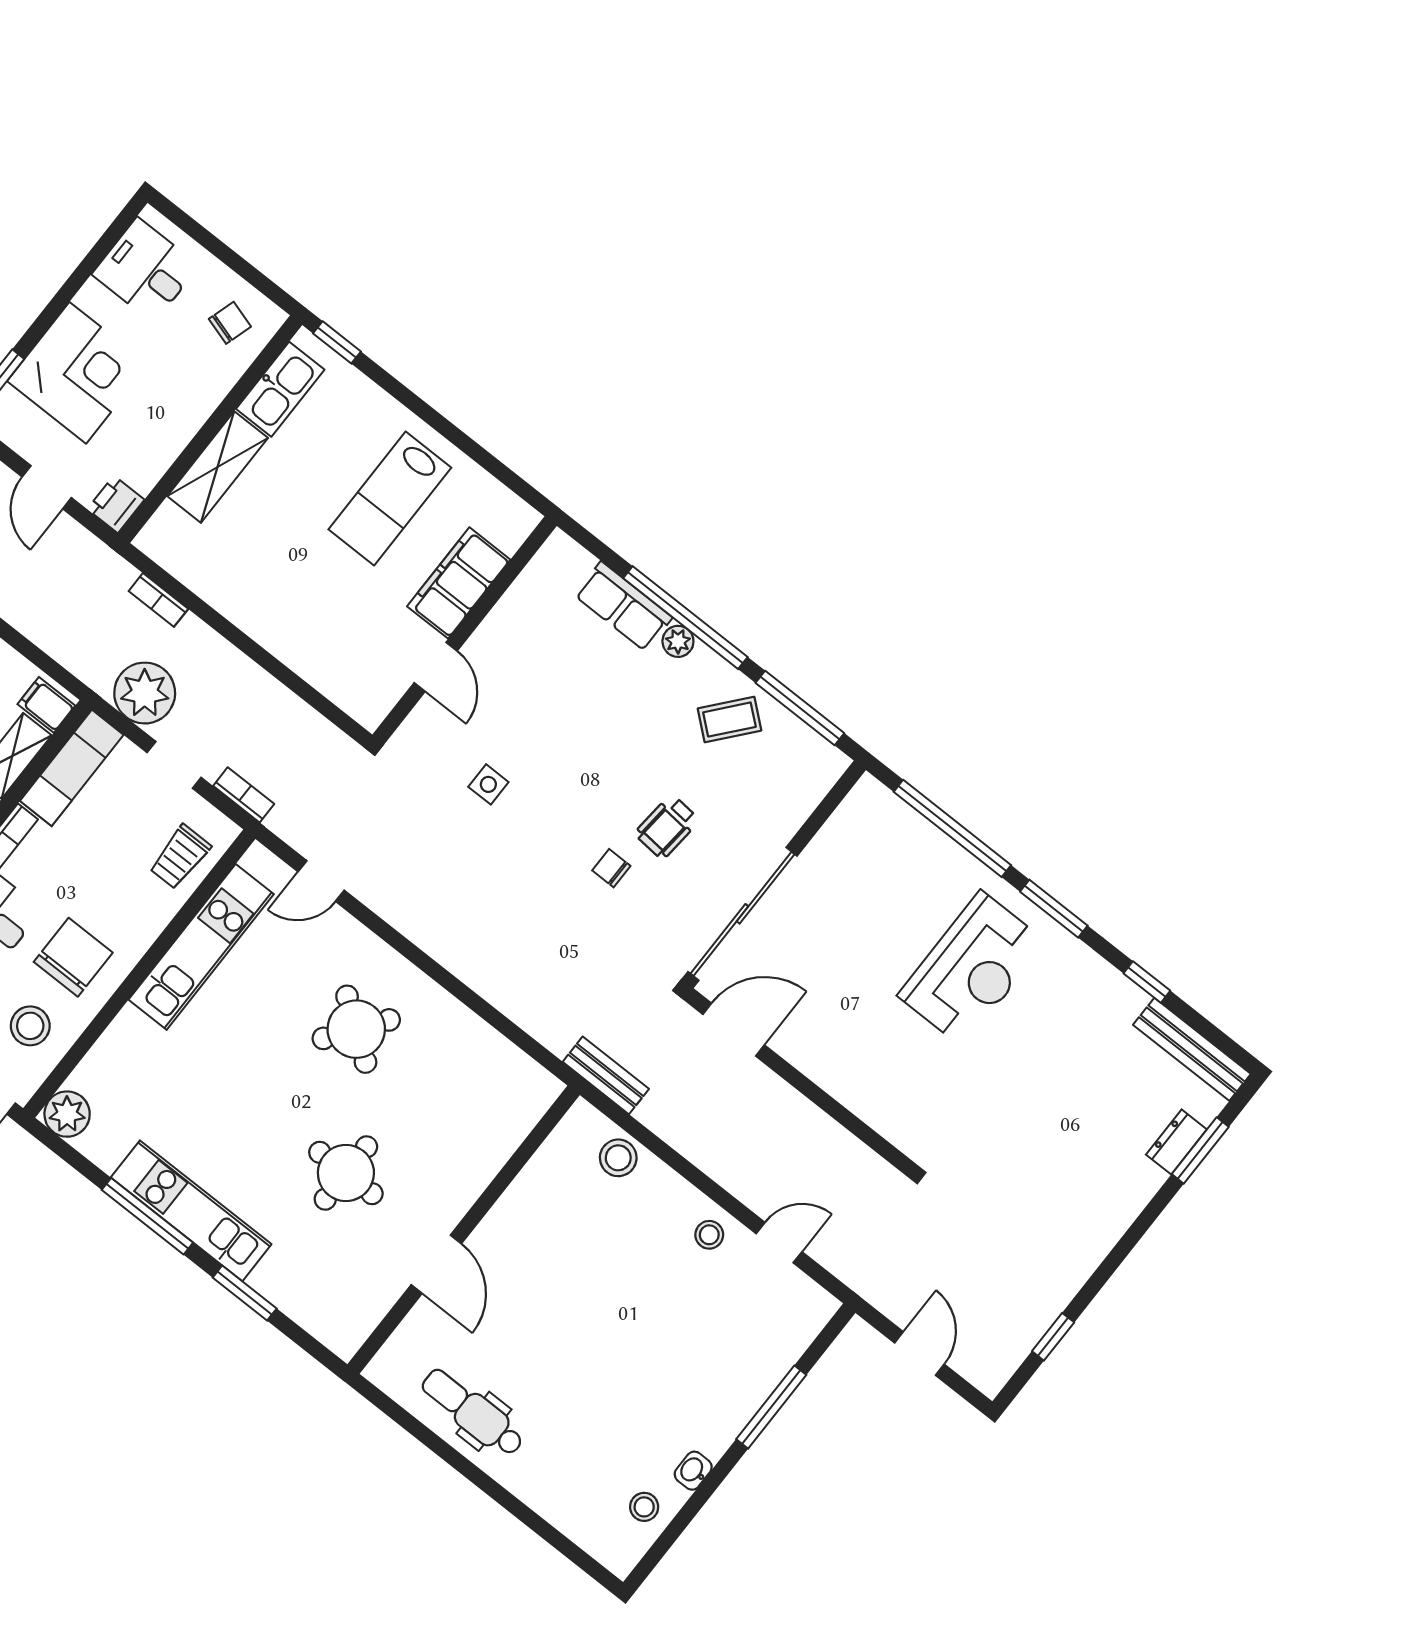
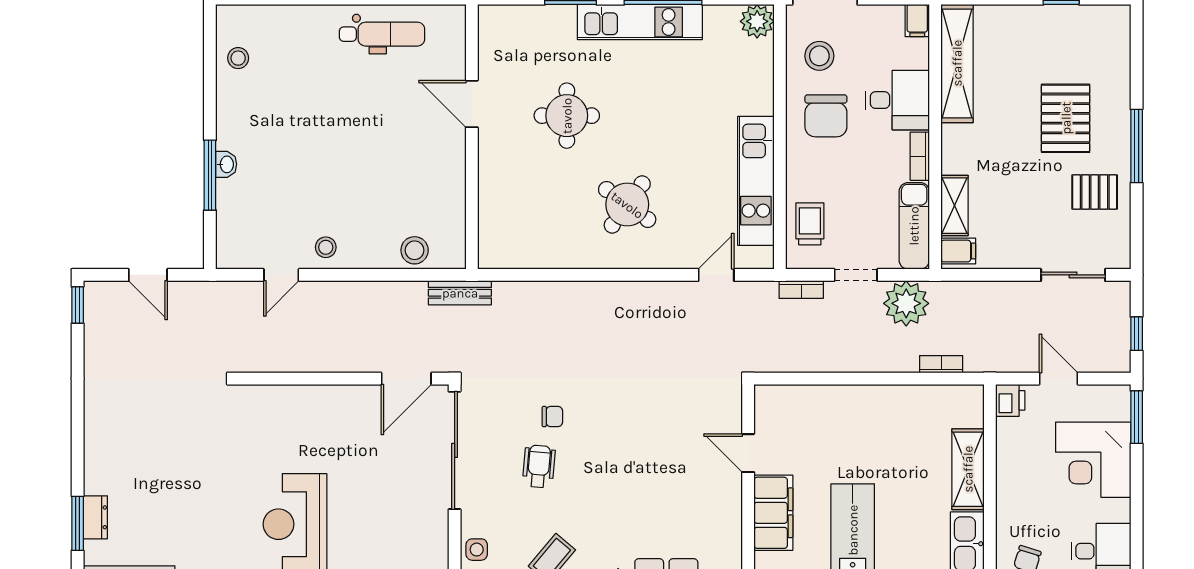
side table: (488, 784) -> (477, 550), moved
window: (1053, 1337) -> (78, 305), moved
washbasin: (693, 1471) -> (226, 164), moved

